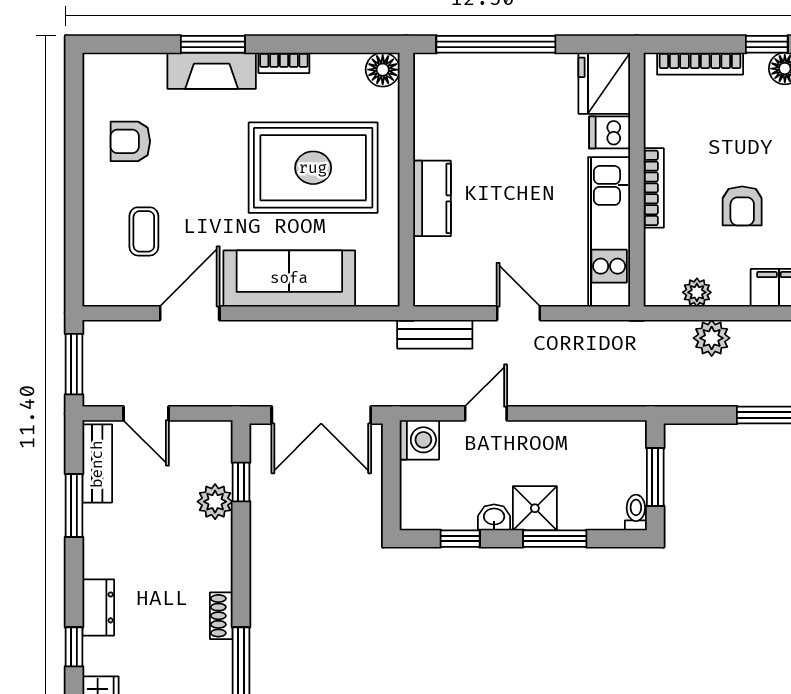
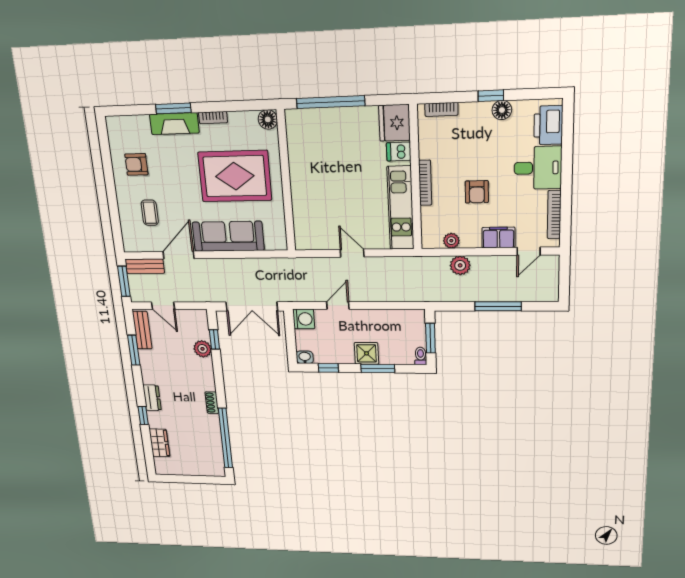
bookcase: (700, 64) -> (441, 109), width x0.64
kitchen counter: (432, 198) -> (301, 192), removed
bench: (435, 334) -> (145, 266), moved
washbasin: (494, 517) -> (305, 357), moved

